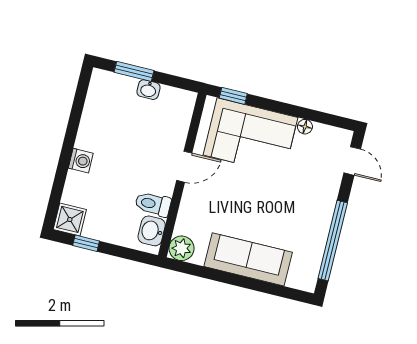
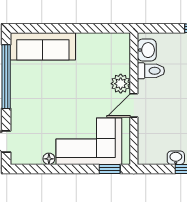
plant: (182, 248) -> (121, 84), moved
sofa: (248, 259) -> (43, 46), moved

